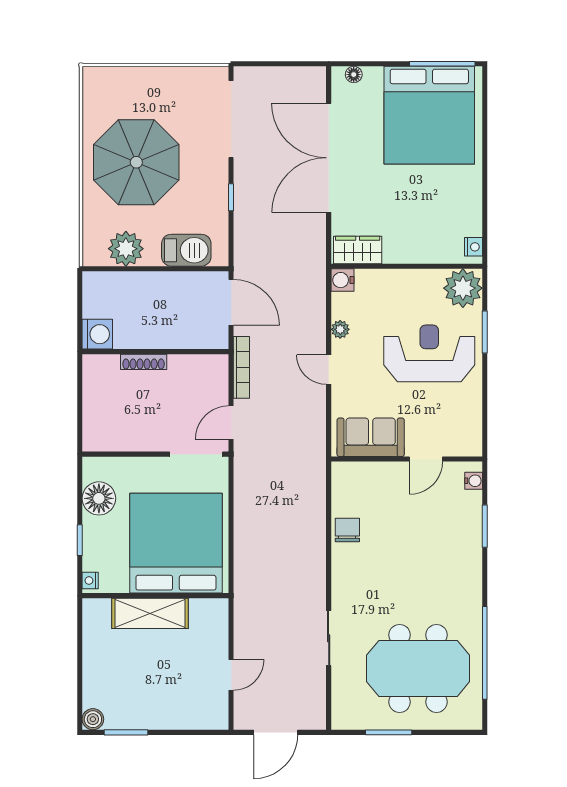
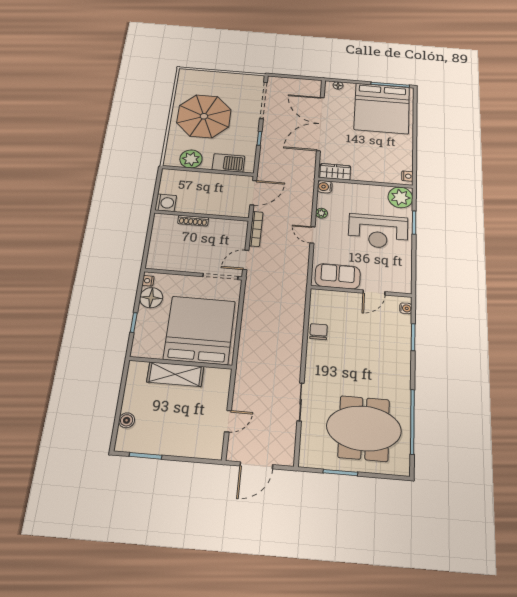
door: (231, 302) -> (253, 193), hinge flipped
reception desk: (429, 353) -> (378, 231), turned 180
nightstand: (90, 581) -> (148, 281), moved
boiler: (93, 719) -> (127, 420), moved

